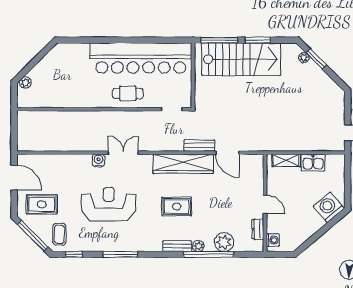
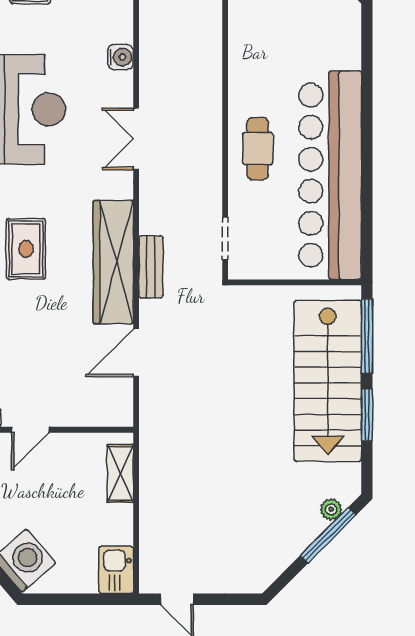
window: (316, 59) -> (328, 535), width x1.44
bench: (199, 145) -> (151, 267), moved
double door: (123, 153) -> (136, 139), swing flipped
water cooler: (98, 160) -> (120, 57), moved
kitchen sink: (313, 162) -> (116, 570), moved

